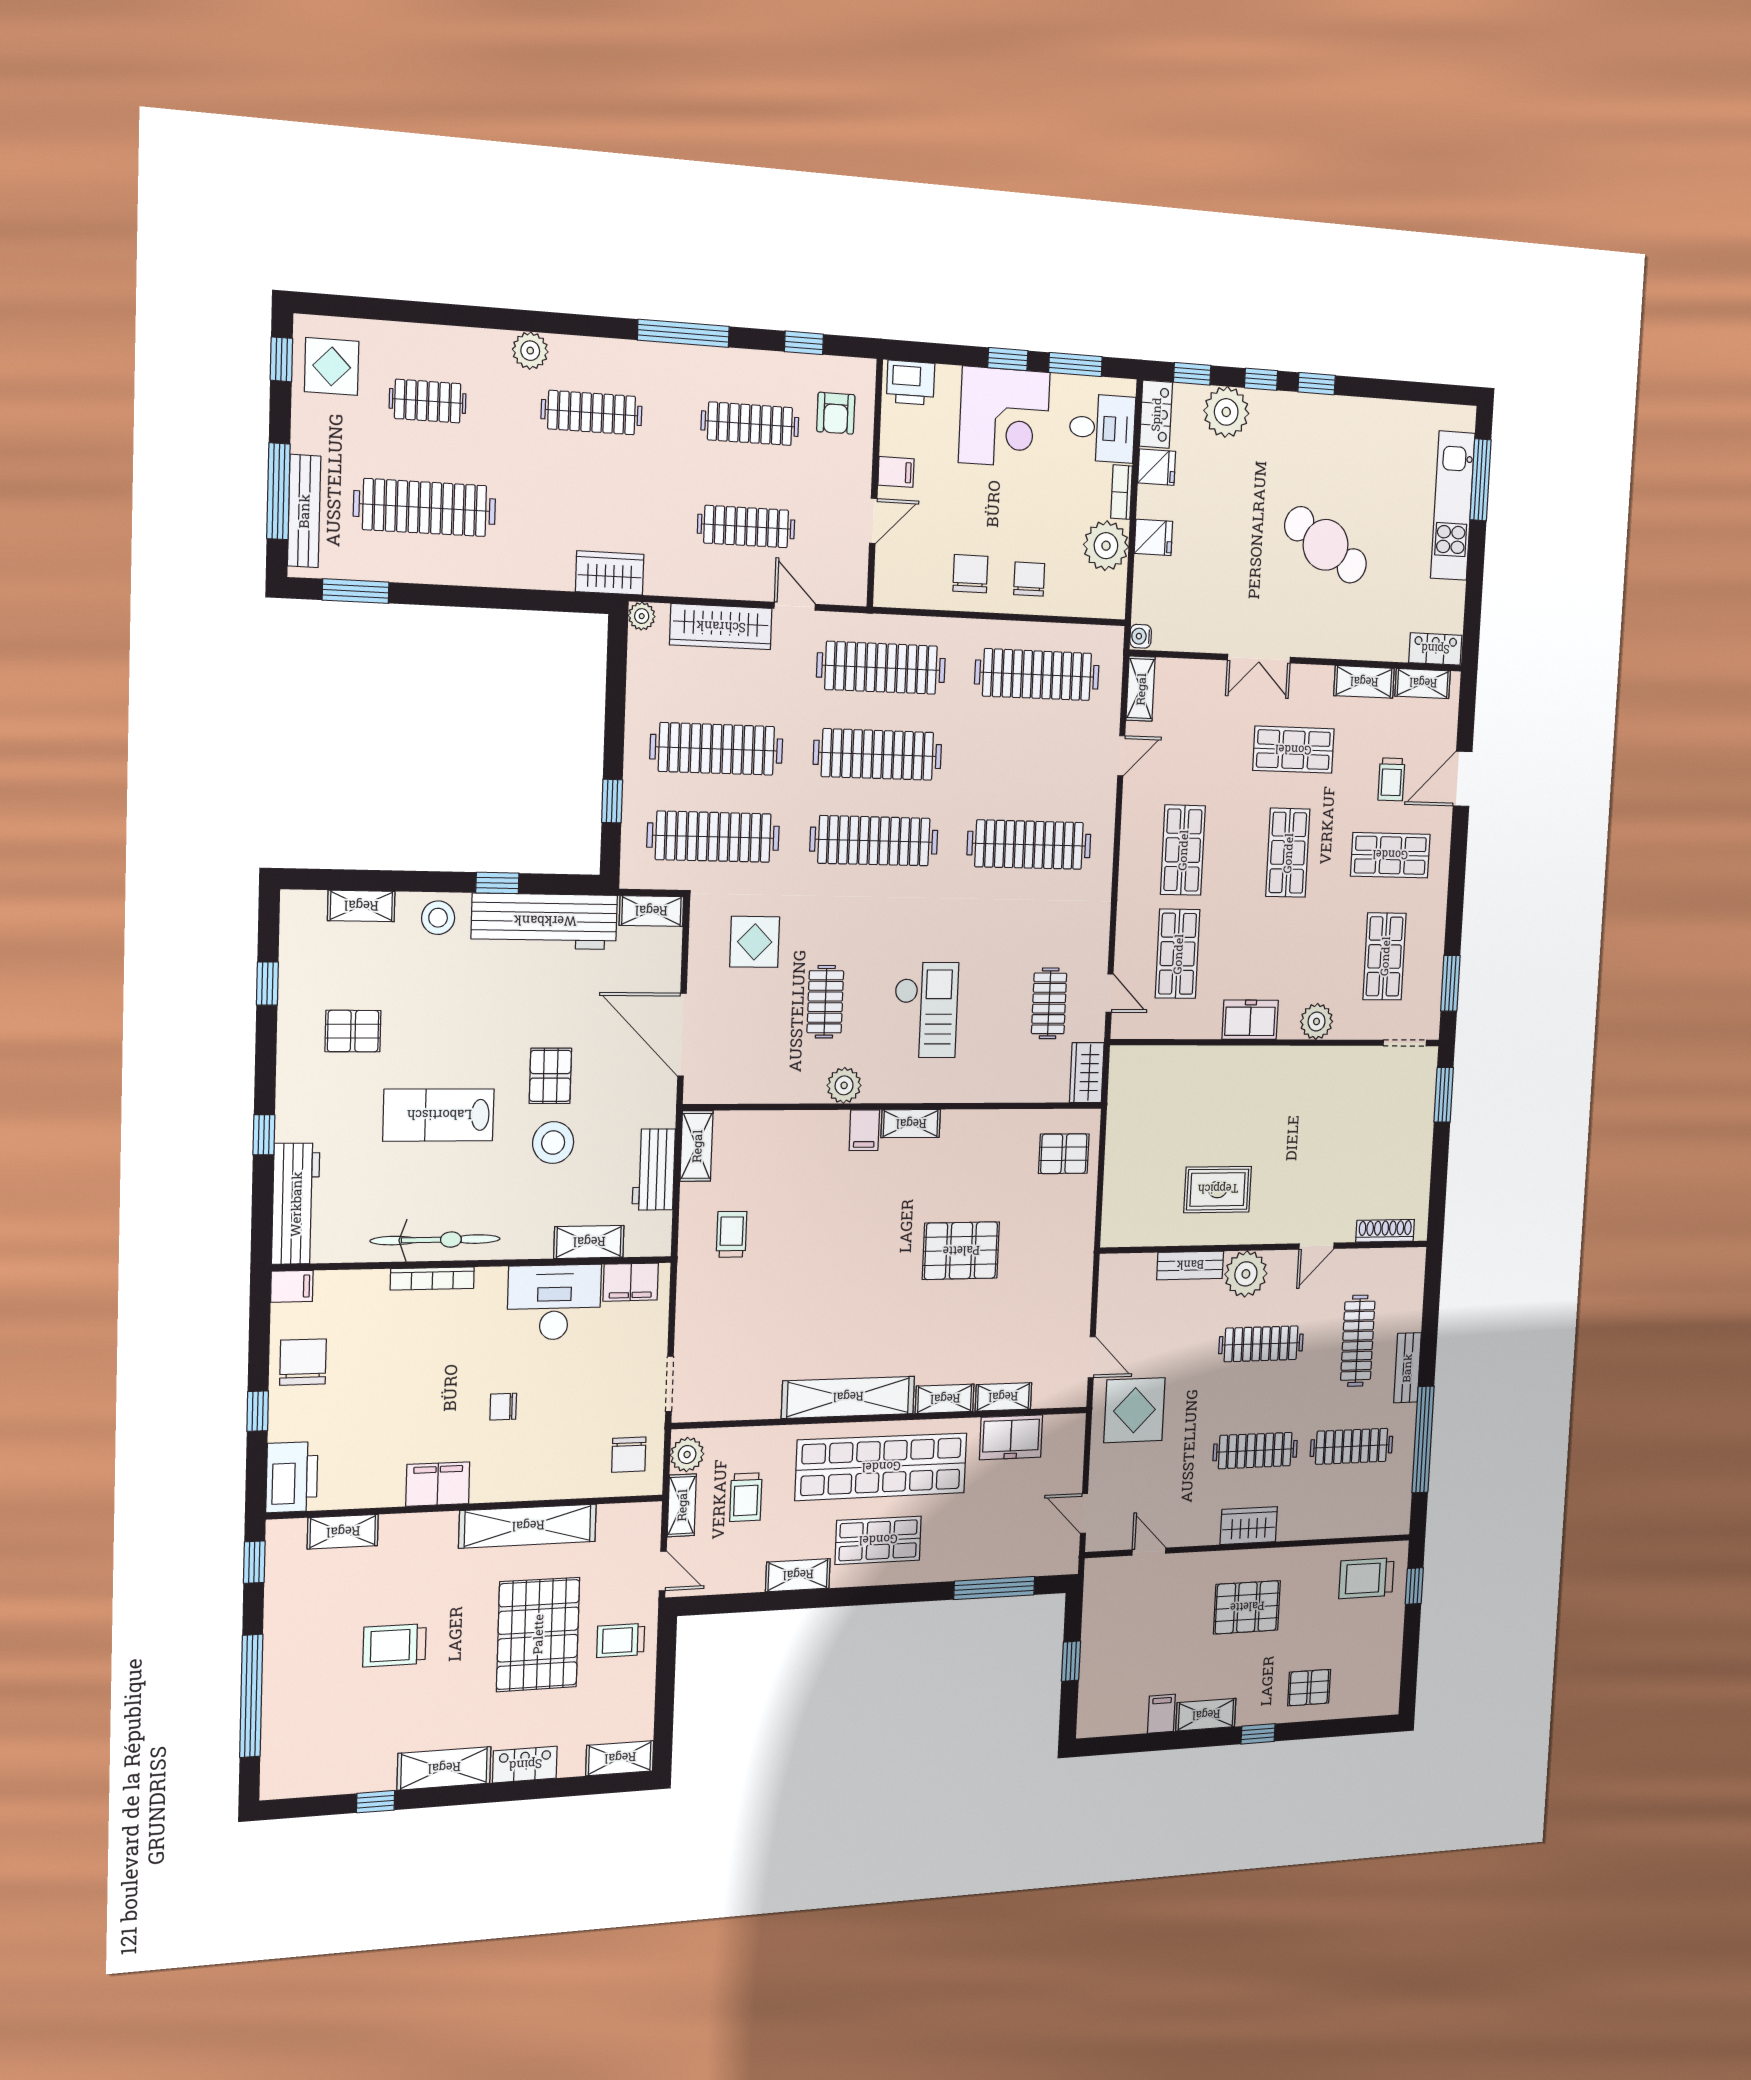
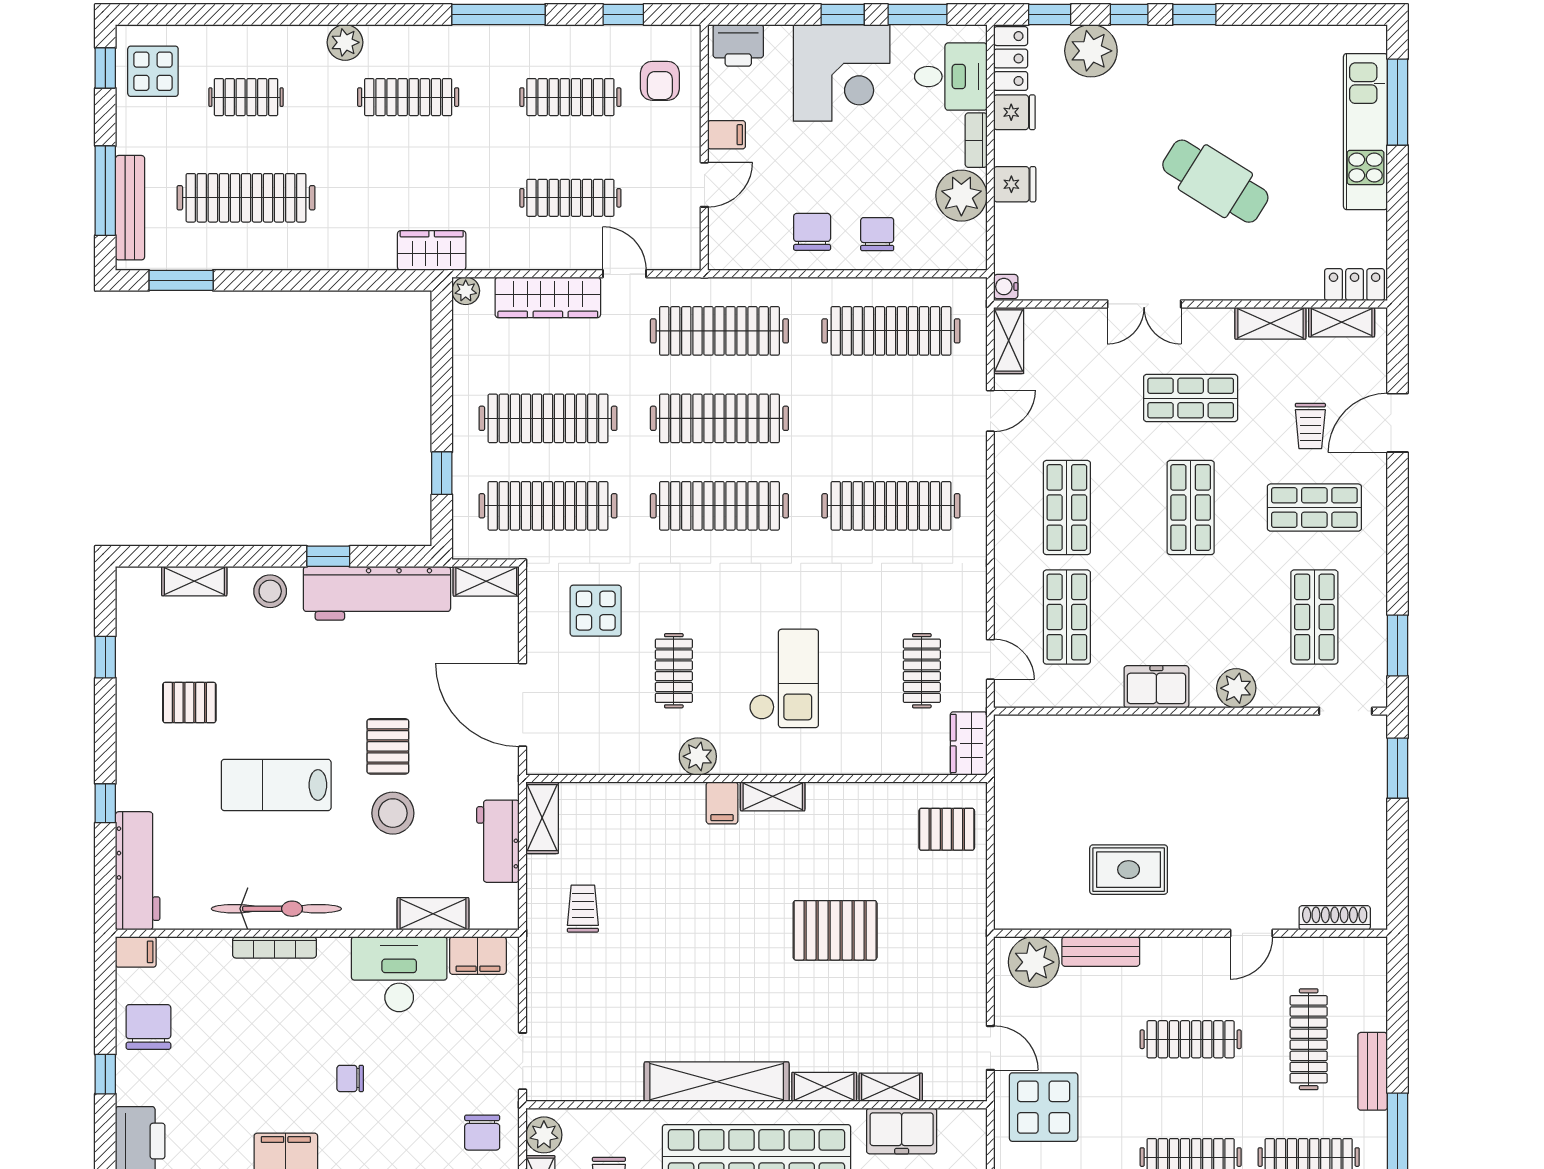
plant: (1246, 1274) -> (1034, 962), moved

